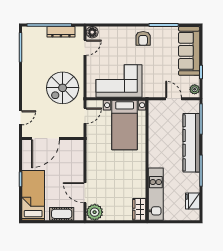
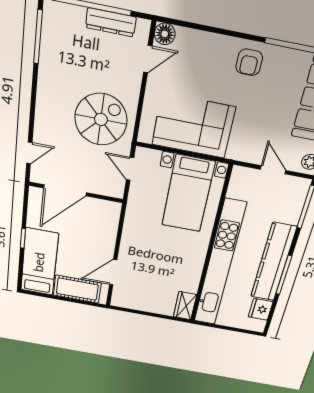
spiral stairs: (63, 88) -> (101, 119), turned 180
door: (85, 116) -> (130, 169), swing flipped
kitchen counter: (191, 143) -> (273, 262), moved
door: (85, 193) -> (113, 272), hinge flipped
kitchen unit: (156, 194) -> (219, 264), width x1.86
plant: (95, 212) -> (123, 298), removed
cot: (62, 214) -> (77, 289), width x1.37, depth x1.34

